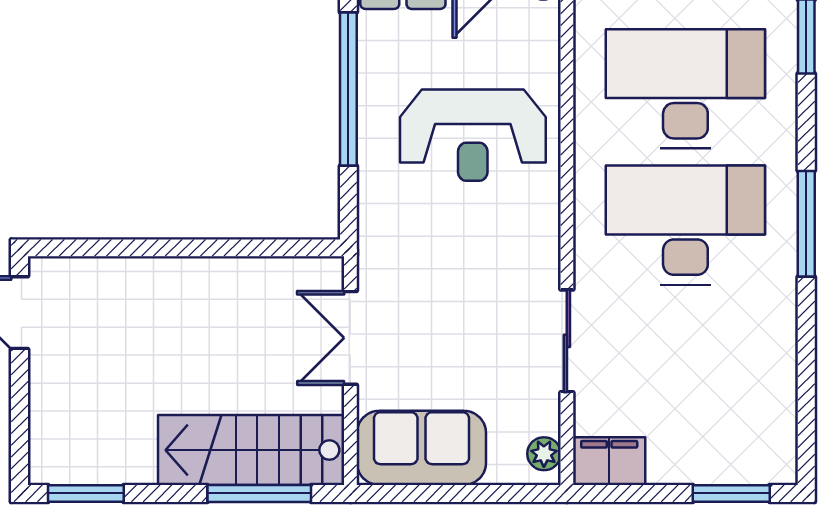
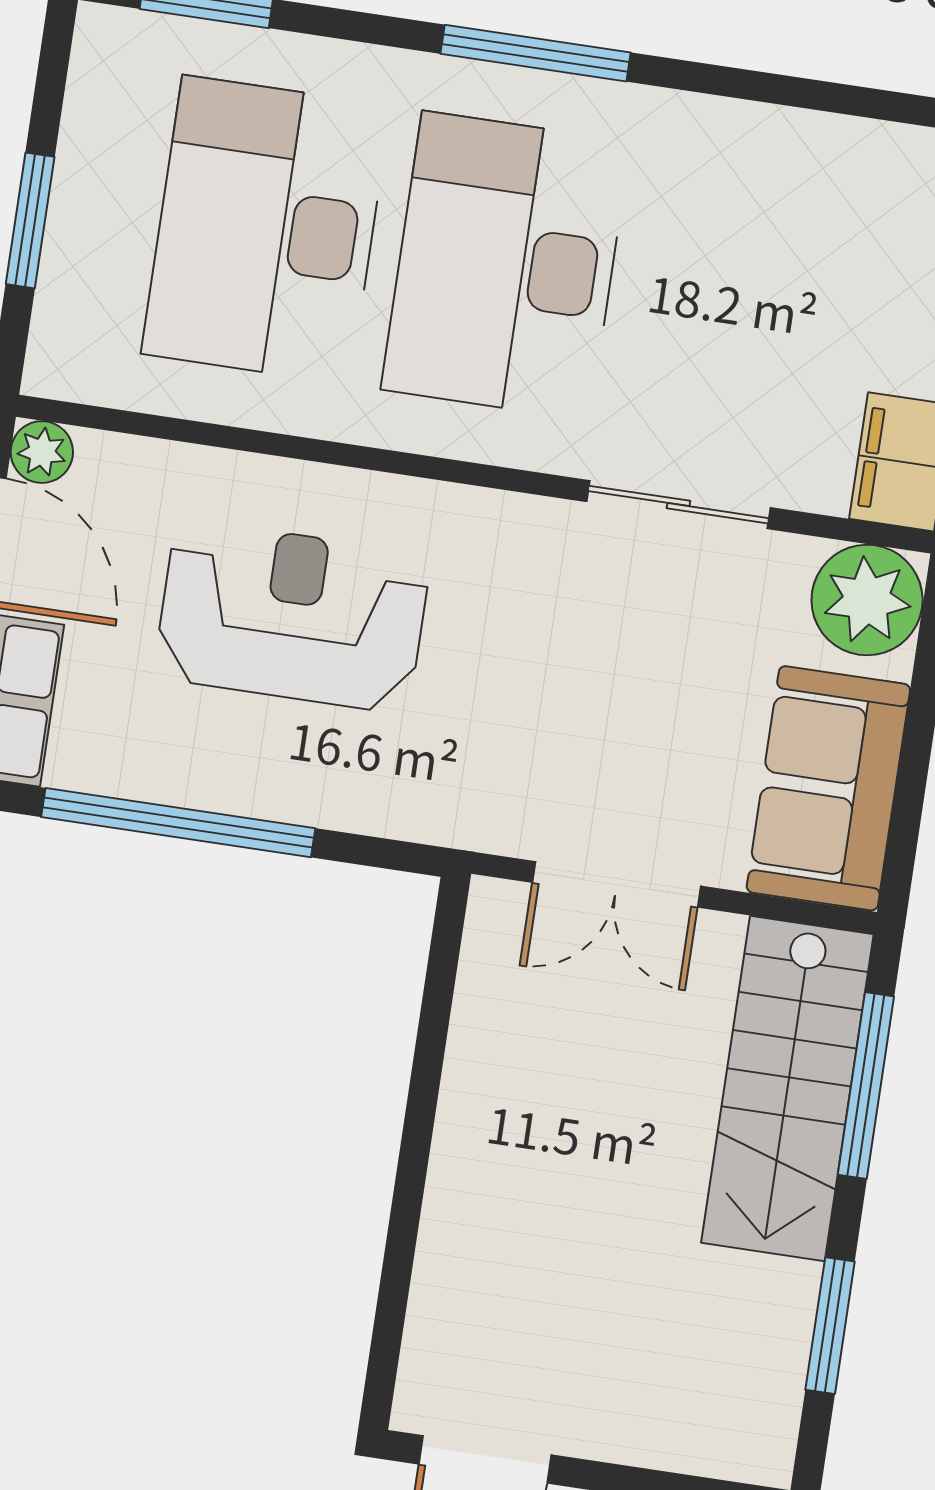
reception desk: (473, 135) -> (292, 616), turned -90
plant: (544, 454) -> (867, 600), width x1.87, depth x1.87
window: (86, 493) -> (830, 1326), moved

